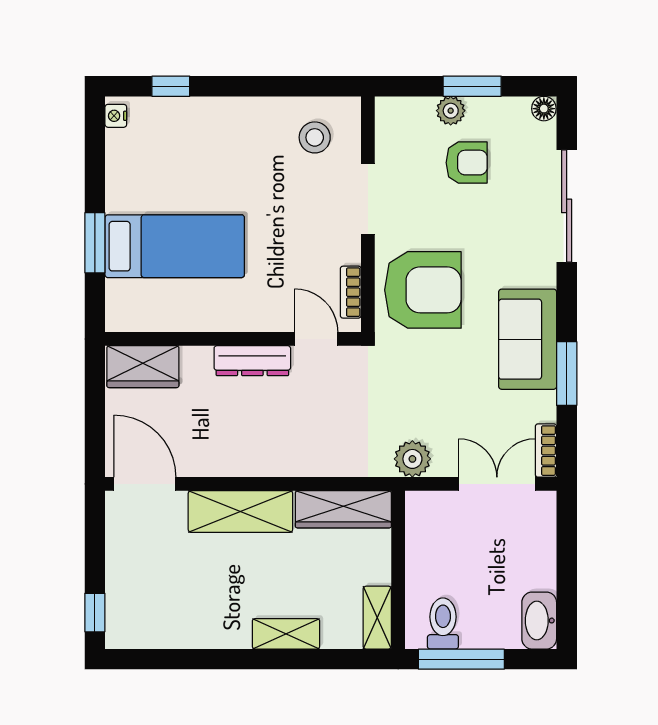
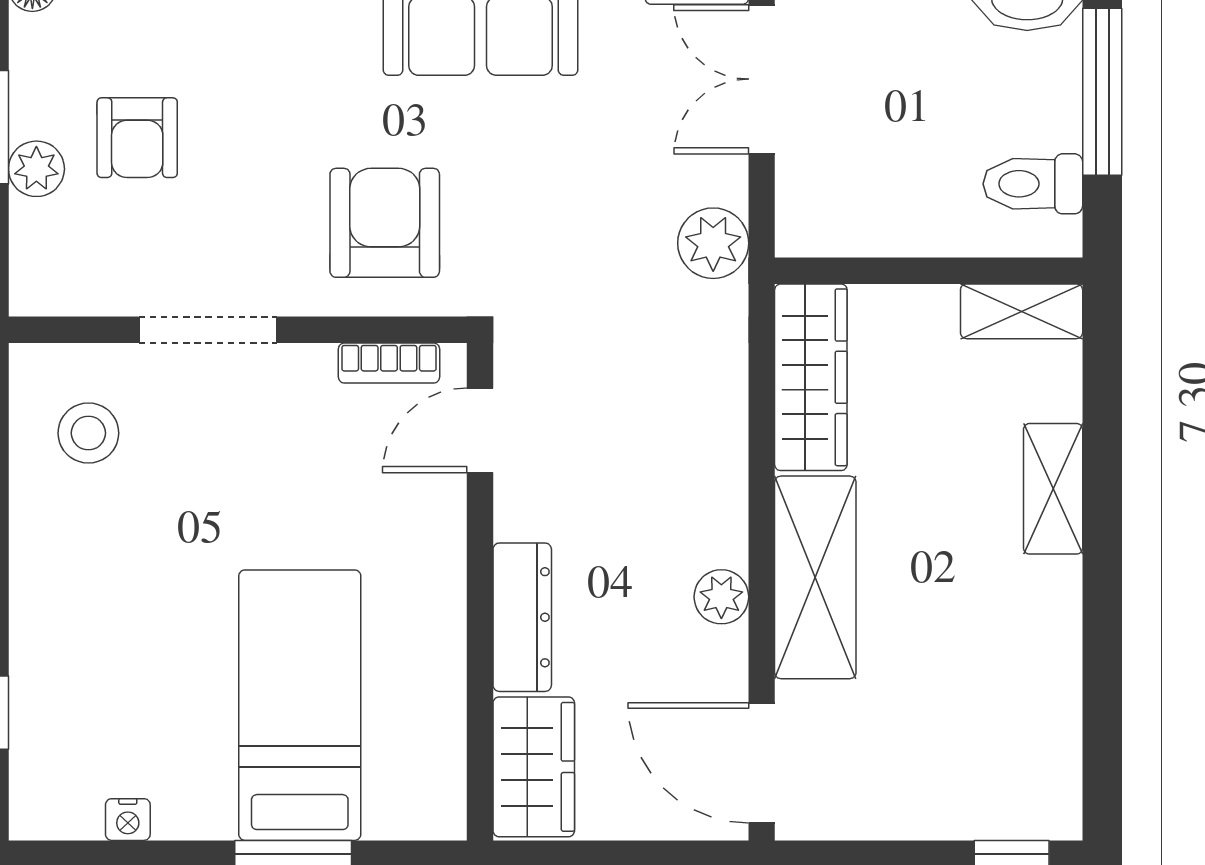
nightstand: (116, 116) -> (128, 820), moved
armchair: (467, 163) -> (137, 138), turned 180
armchair: (423, 290) -> (385, 223), width x0.73, depth x0.73
dresser: (252, 361) -> (522, 617), moved
plant: (230, 463) -> (721, 597), added
door: (145, 484) -> (762, 763), hinge flipped
window: (461, 659) -> (1102, 92), moved

